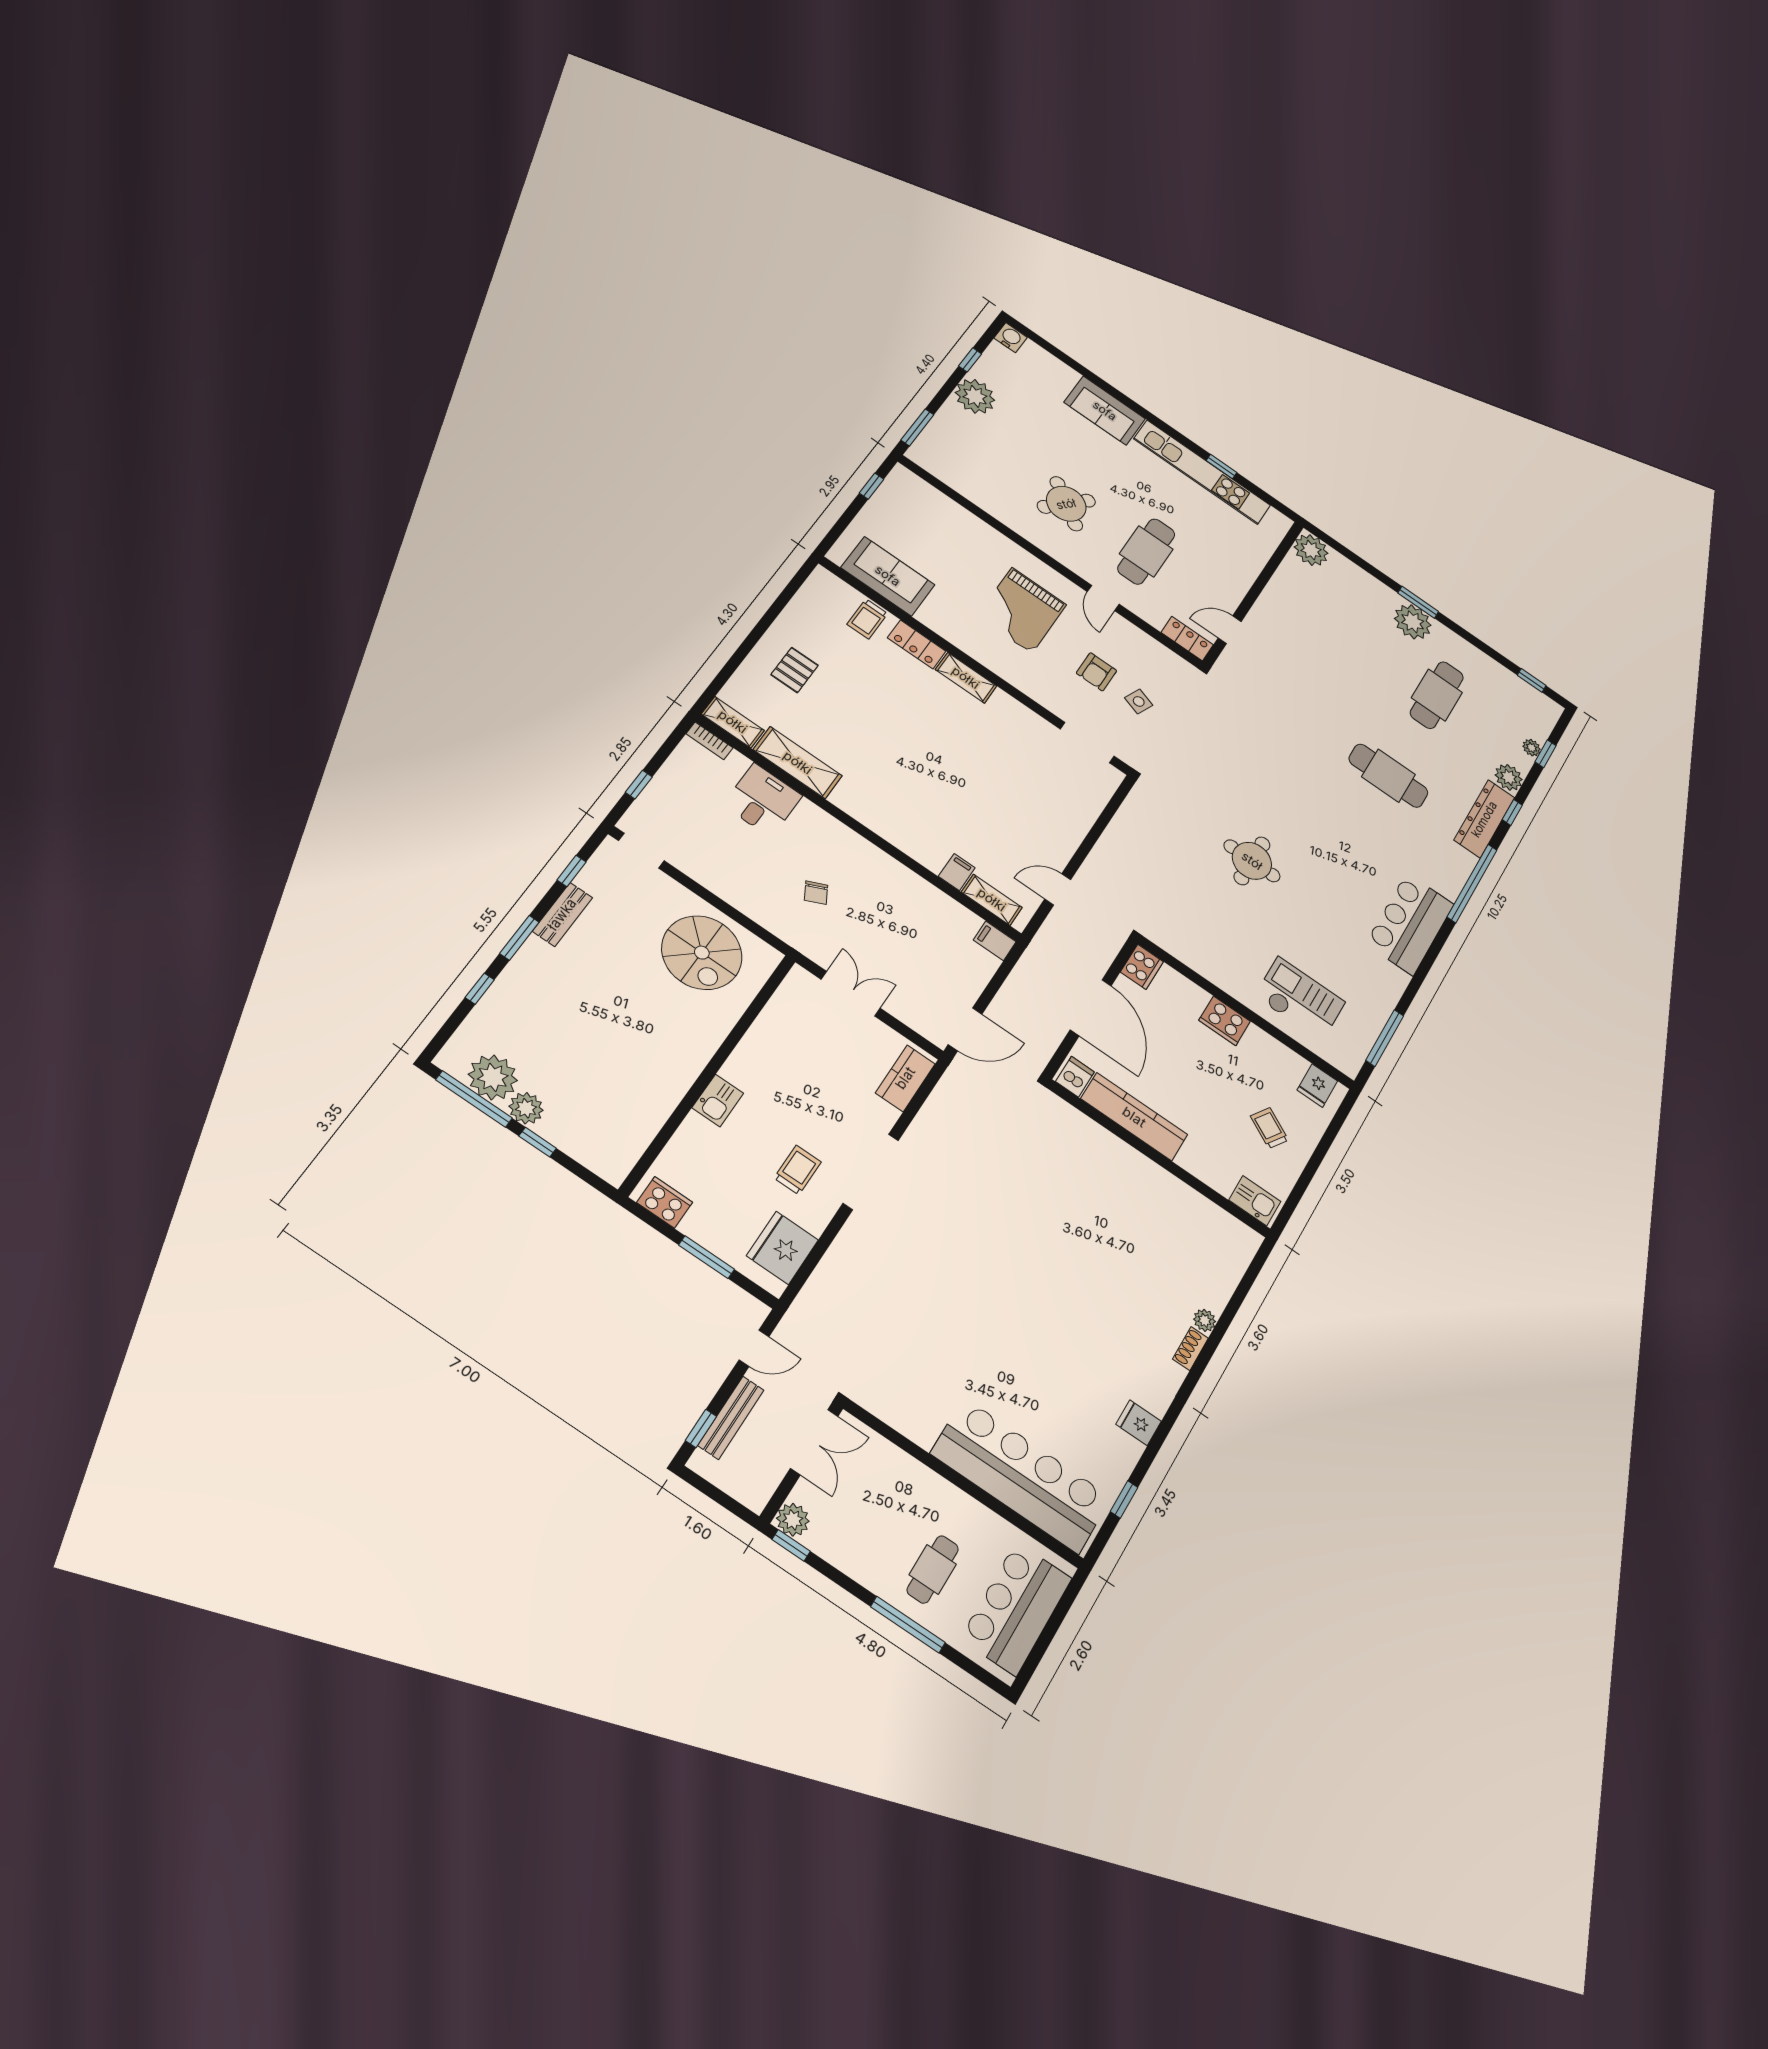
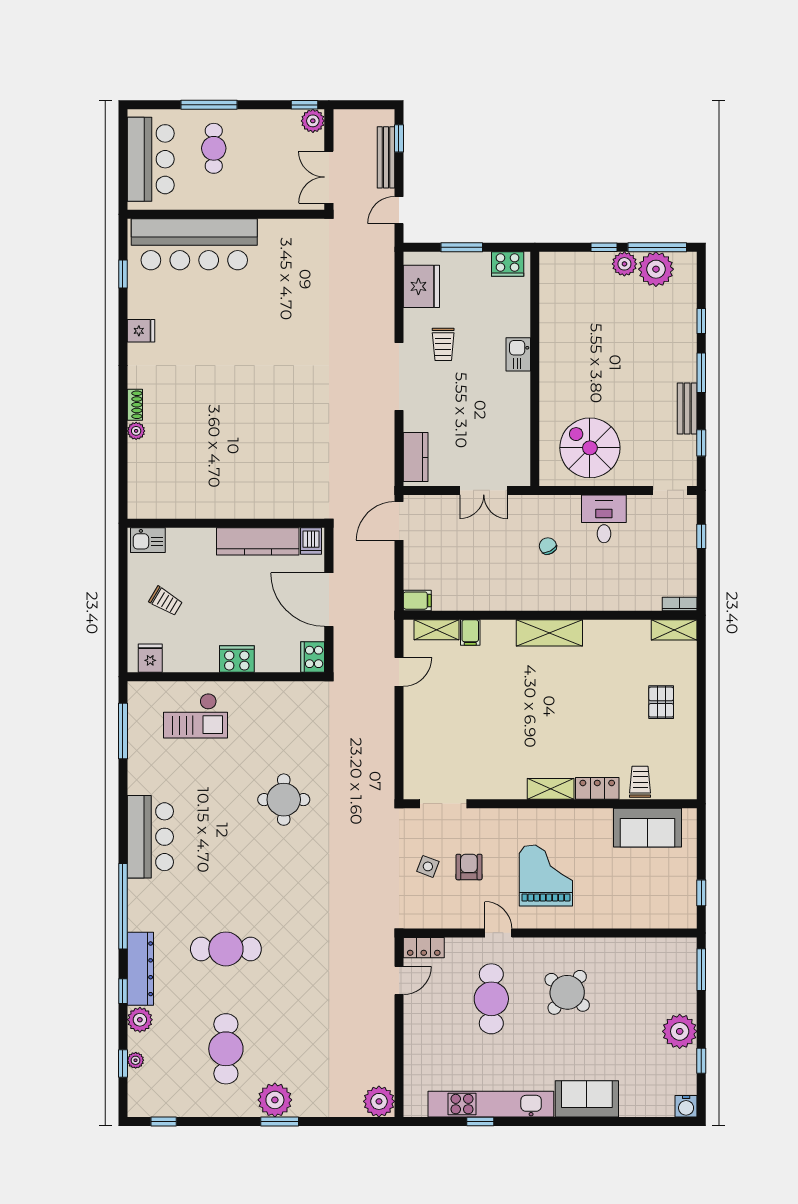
shelving: (798, 763) -> (549, 633), moved
desk: (763, 800) -> (604, 519), moved, turned 180

